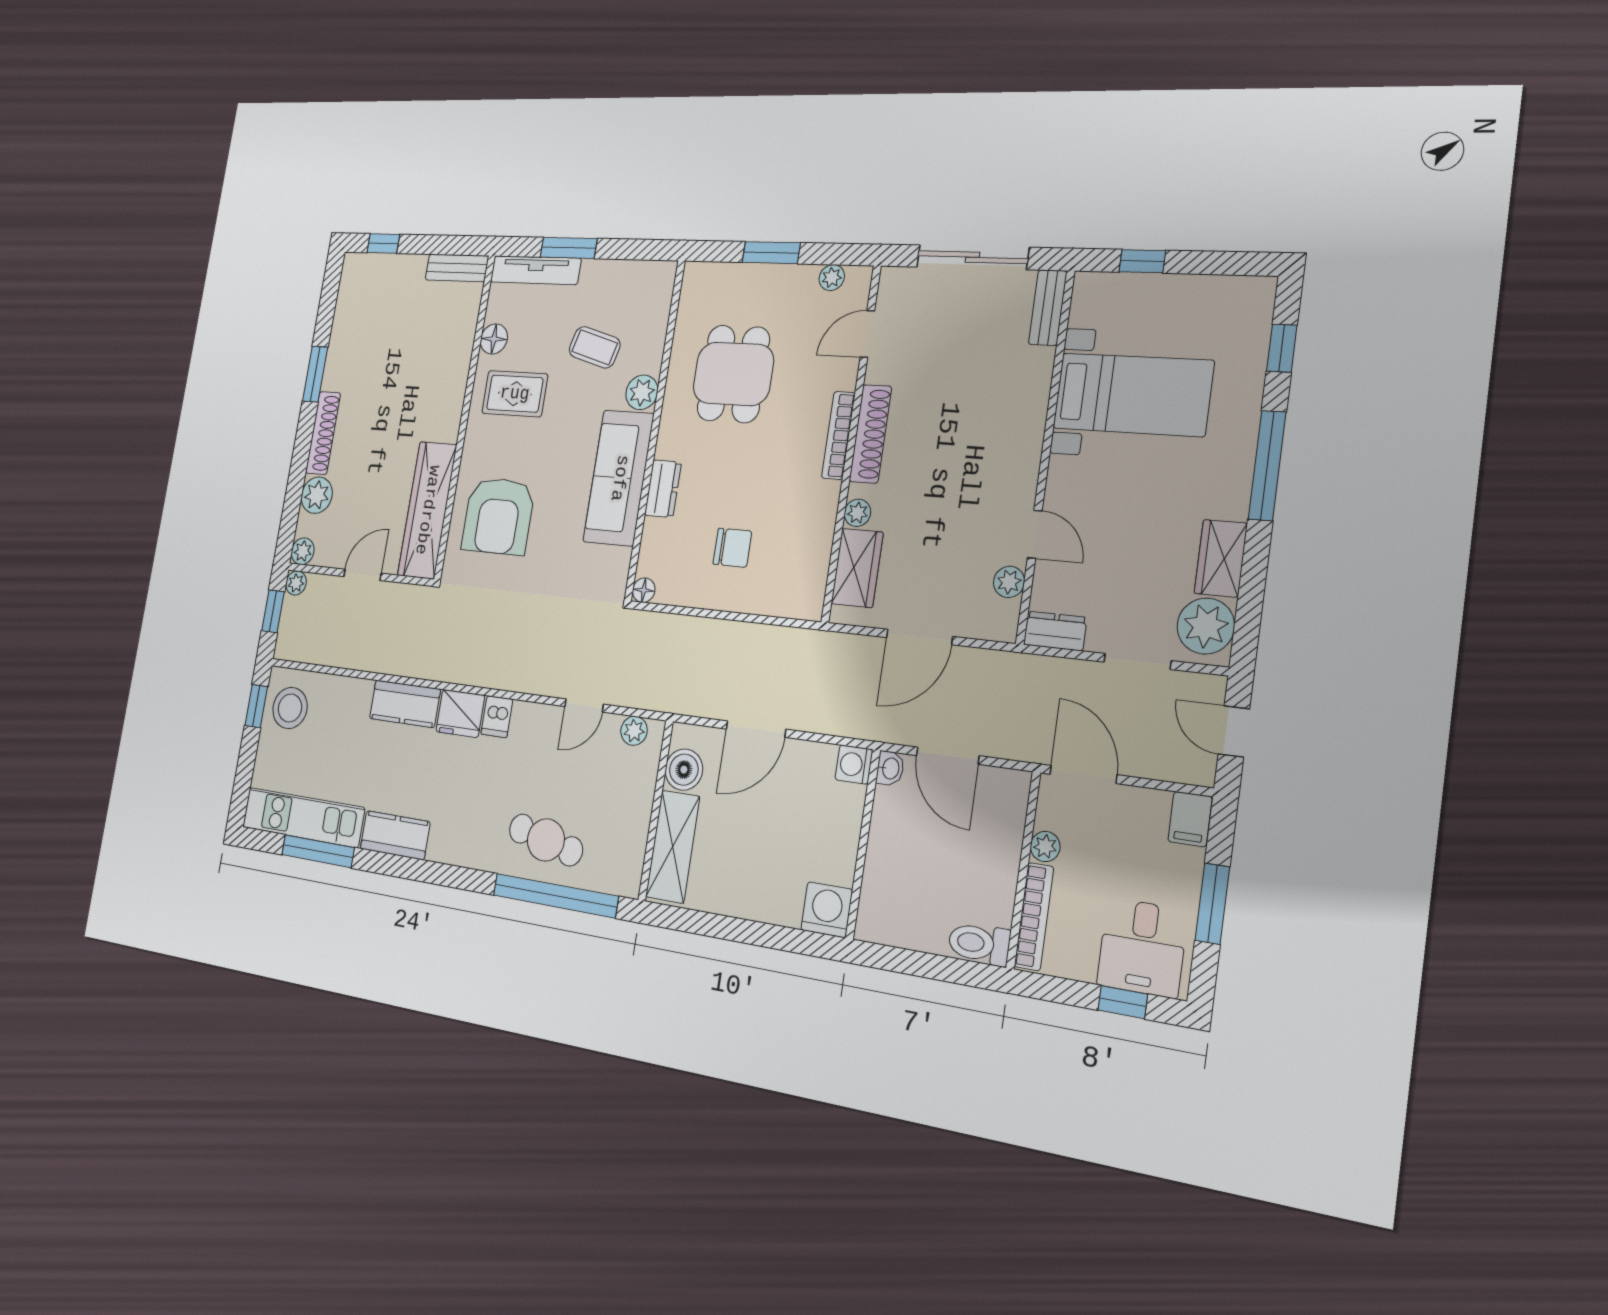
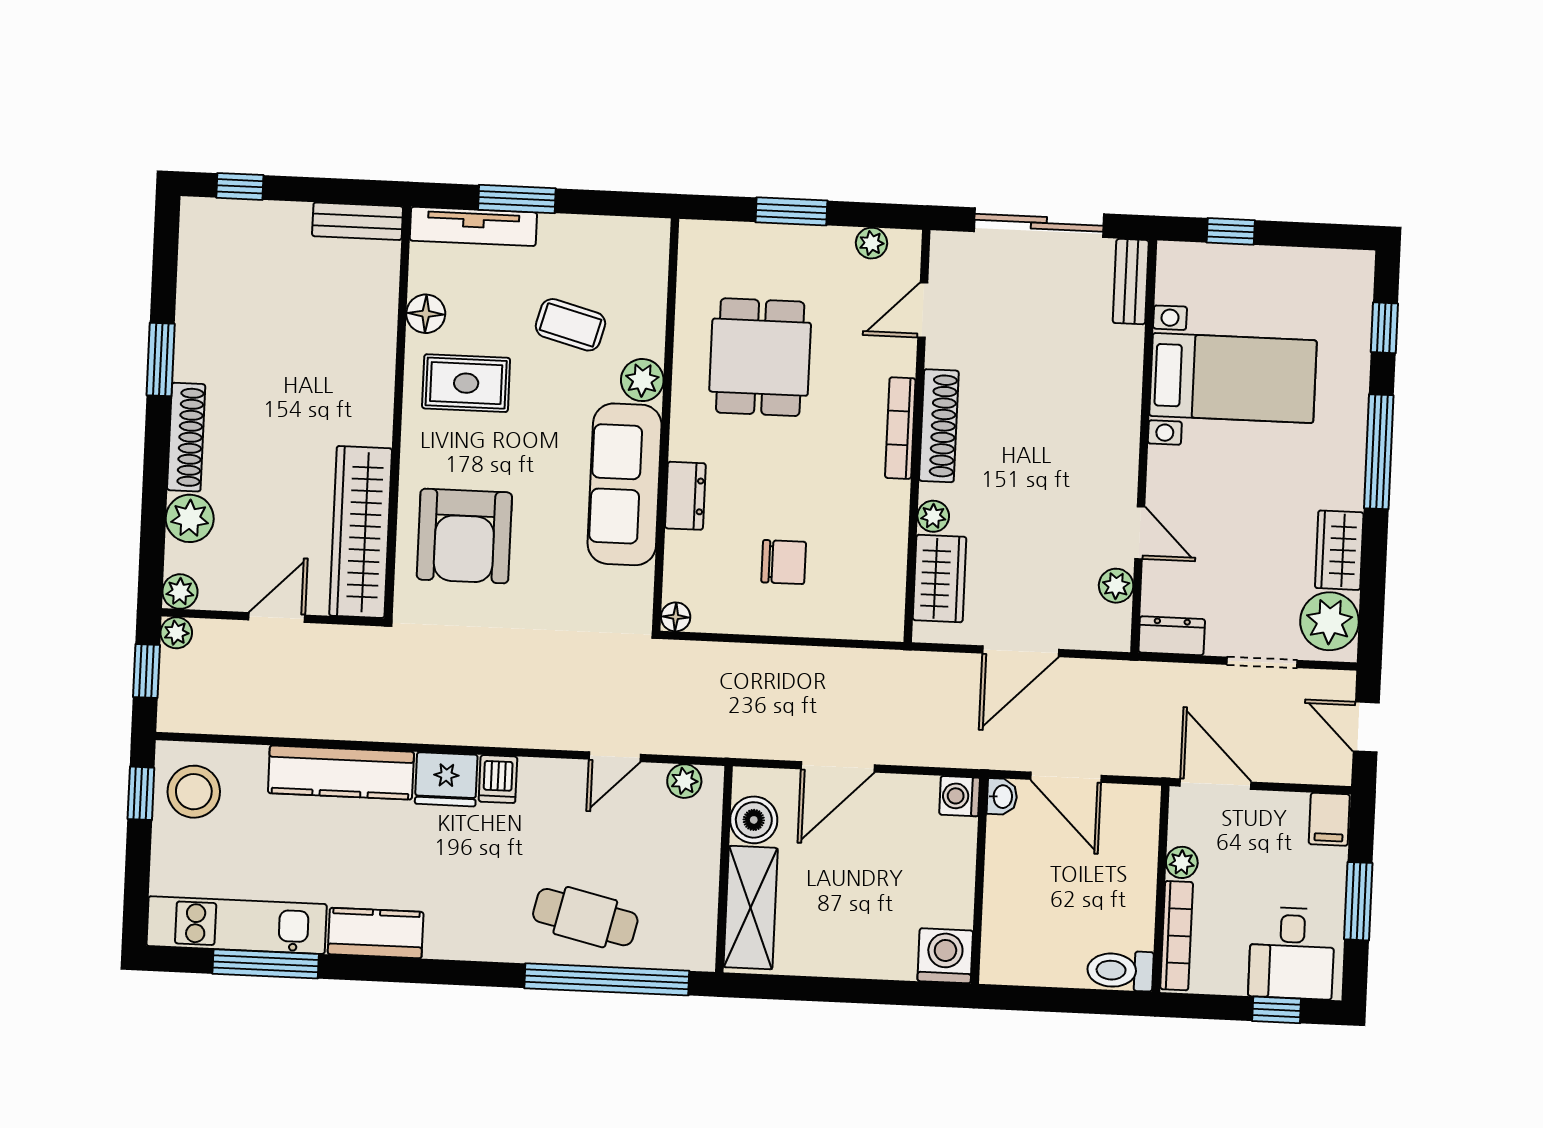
kitchen counter: (405, 704) -> (341, 773), width x1.50

